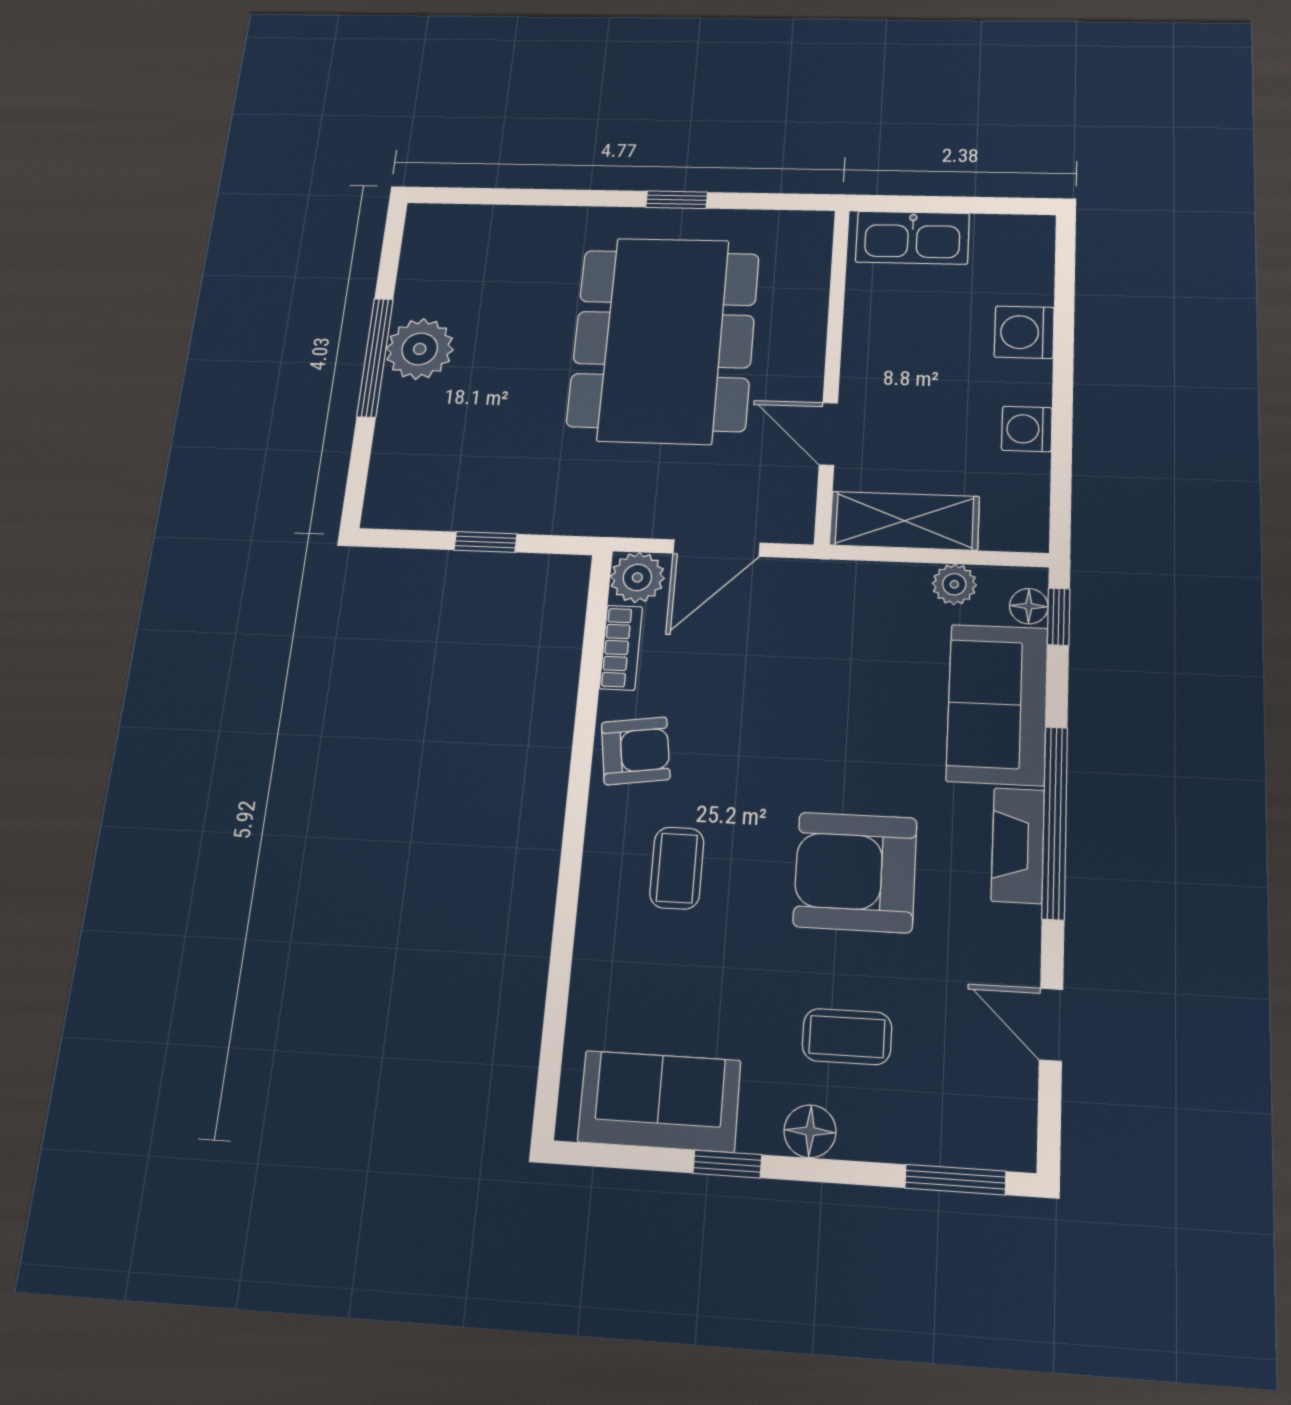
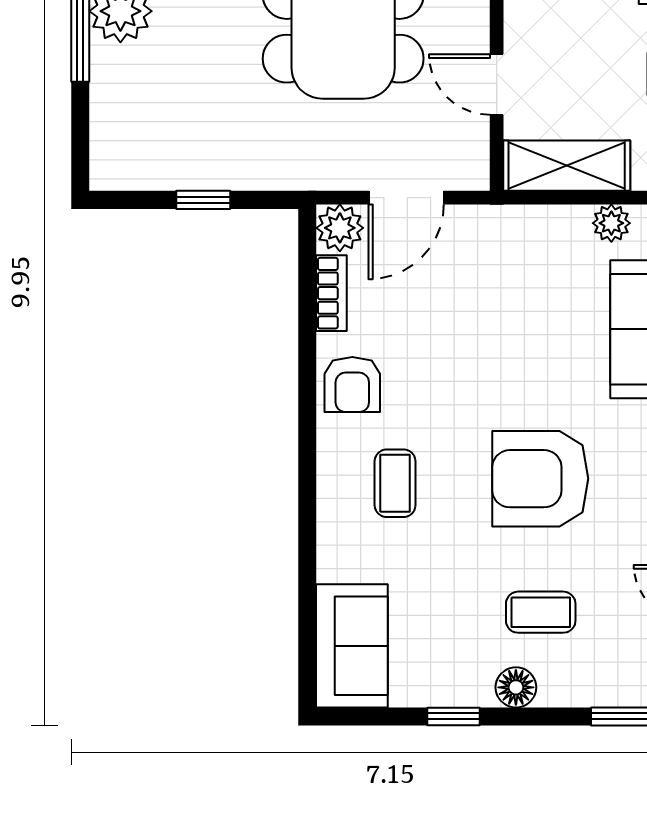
armchair: (636, 751) -> (352, 385), turned 98
sofa: (659, 1101) -> (352, 646), moved, turned 90

